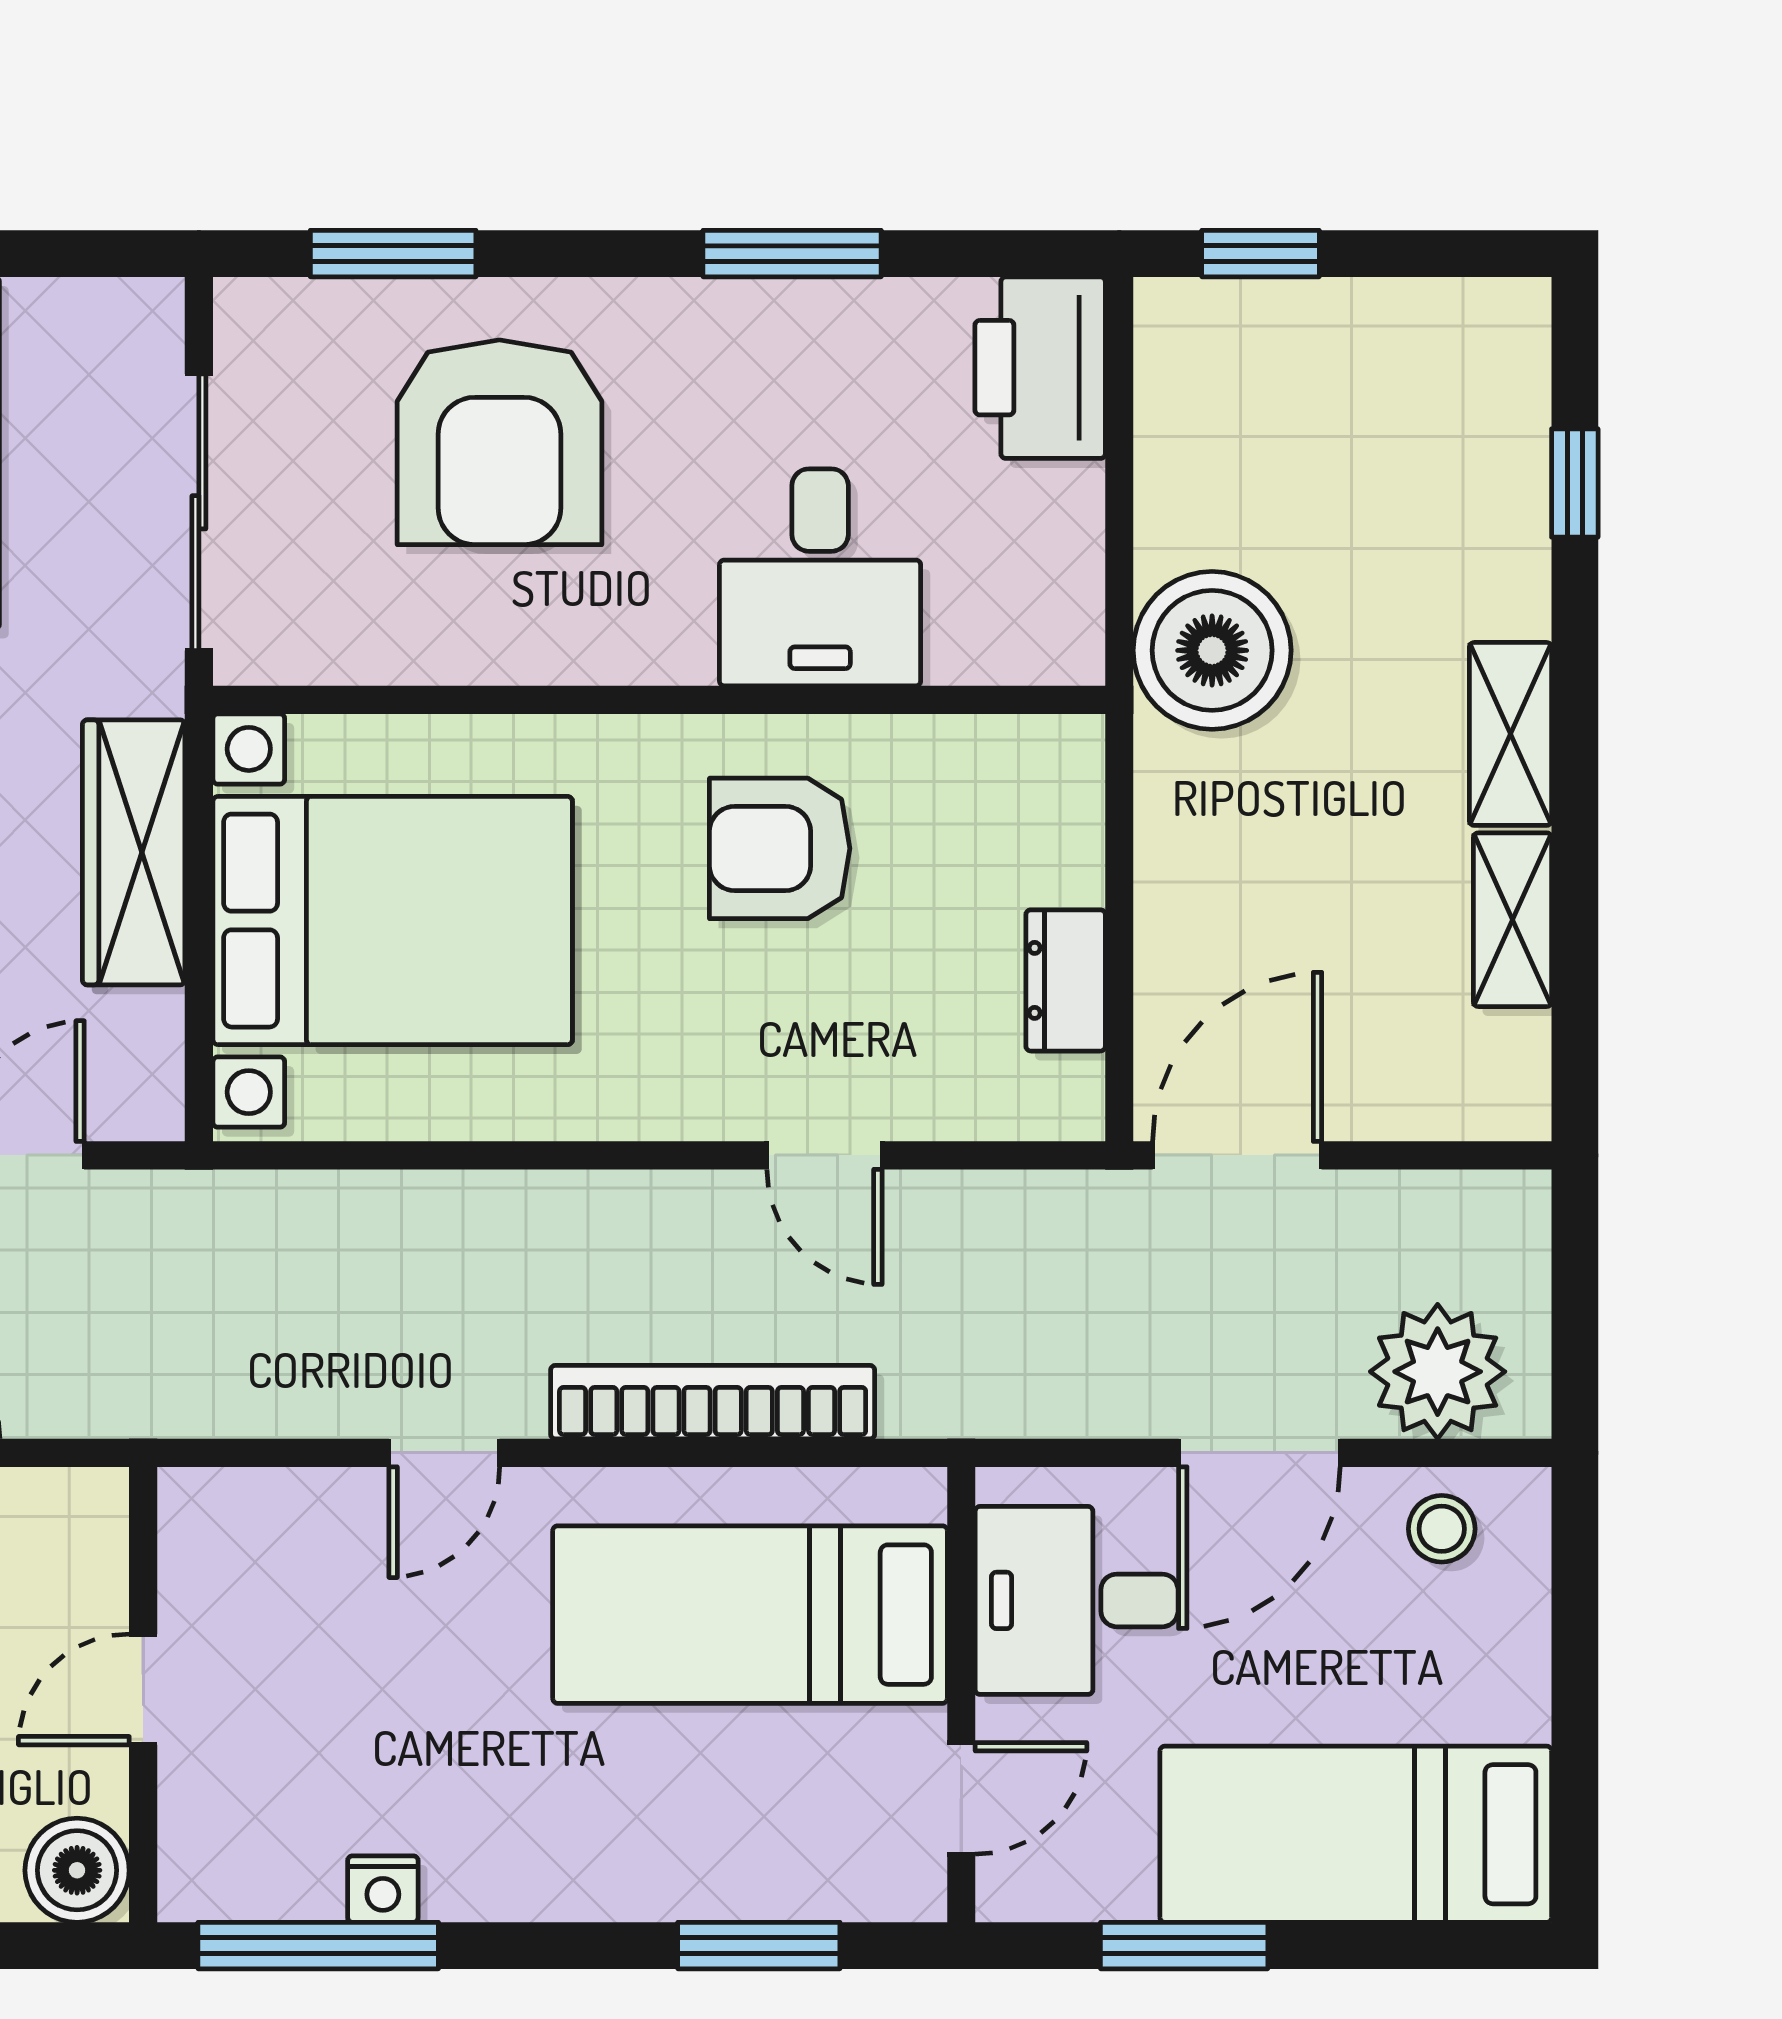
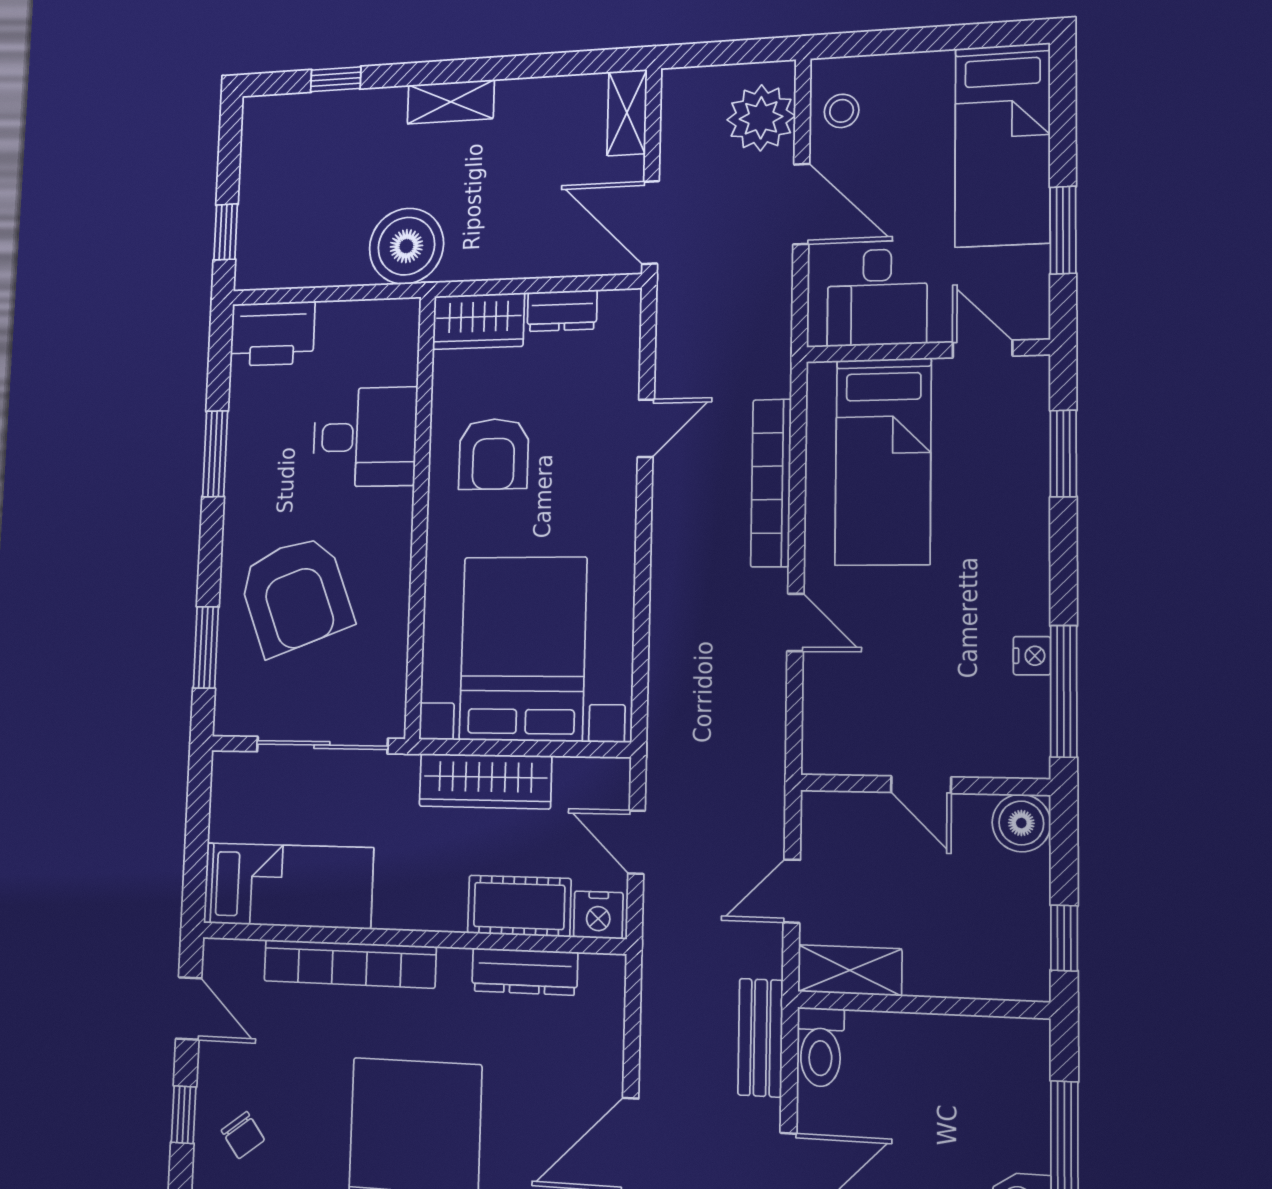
armchair: (499, 442) -> (295, 595), turned 69
wardrobe: (1051, 808) -> (478, 321), added
shelving: (1512, 920) -> (627, 113), moved, turned 90

